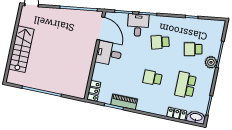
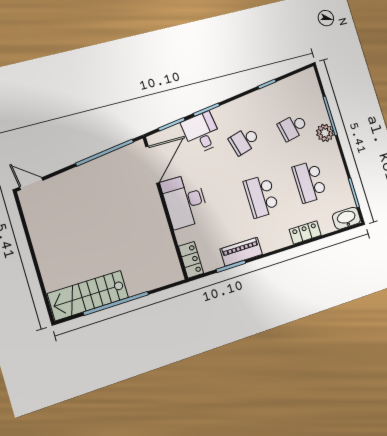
door: (101, 28) -> (152, 165), hinge flipped
stairs: (21, 49) -> (88, 295), moved, turned -90
desk: (109, 53) -> (185, 201), width x1.37
school desk: (153, 78) -> (261, 196), width x1.85
locker: (177, 114) -> (305, 232), moved

